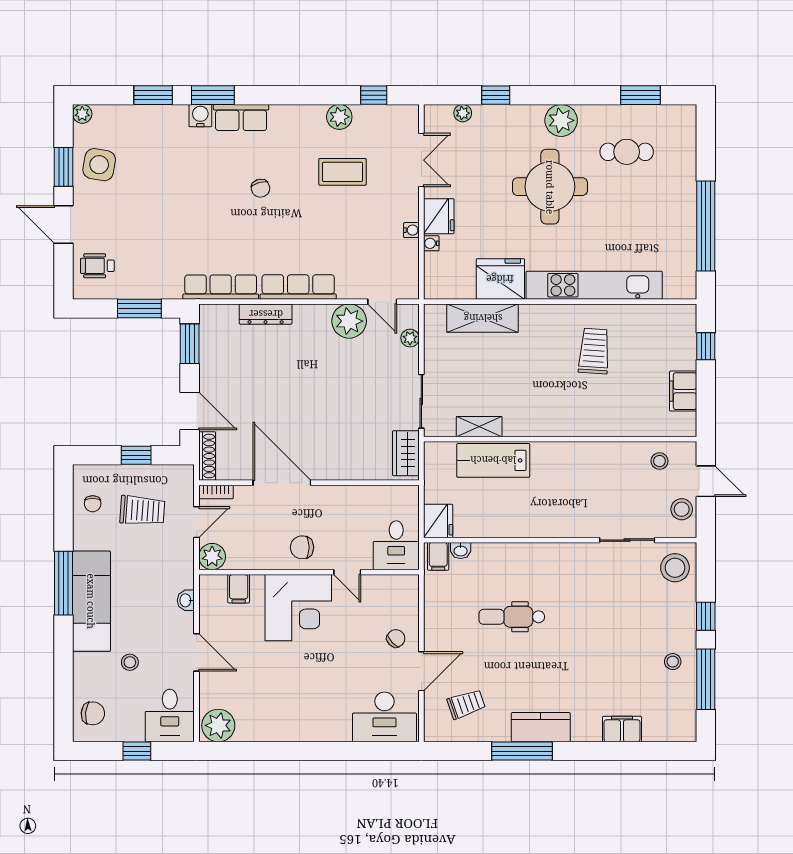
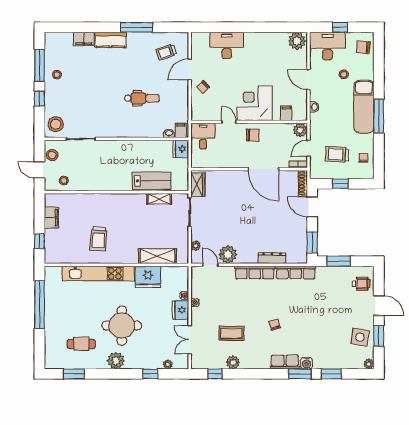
desk: (170, 715) -> (327, 46), width x1.37
desk: (384, 717) -> (227, 45), moved
kitchen counter: (541, 727) -> (110, 40), moved

